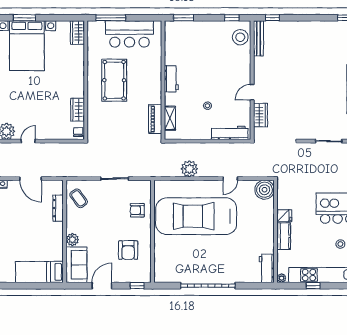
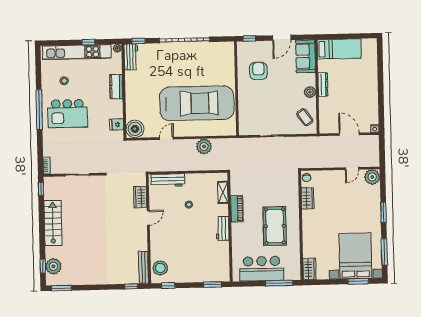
piano: (155, 119) -> (237, 209), moved
dresser: (58, 208) -> (323, 85), moved
armchair: (137, 210) -> (251, 107), removed
fridge: (284, 216) -> (117, 124), moved
plant: (72, 240) -> (310, 92), moved
window: (258, 286) -> (139, 41), added

